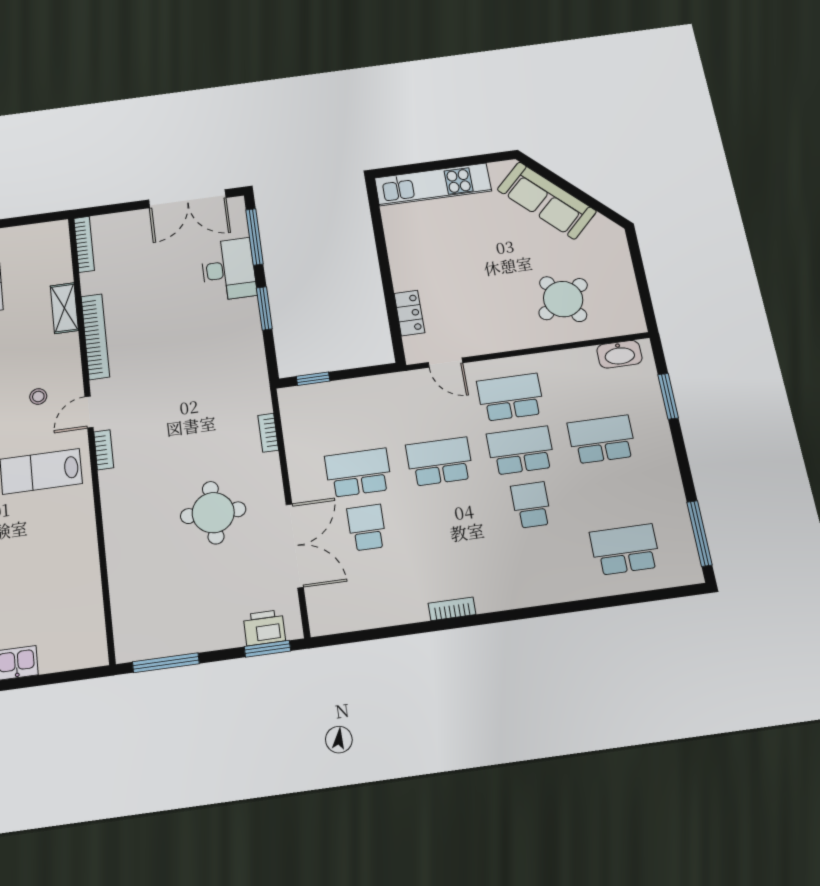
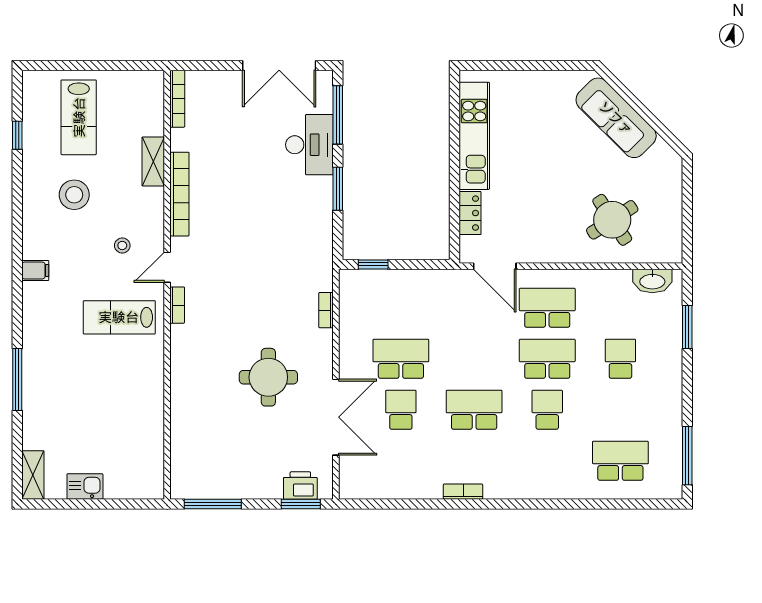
kitchen unit: (433, 184) -> (474, 136), moved, turned -90
door: (446, 363) -> (495, 266), width x1.38
school desk: (602, 439) -> (620, 359), width x0.54
school desk: (440, 462) -> (474, 410), moved

